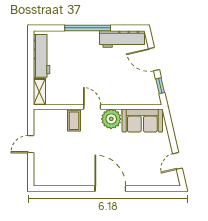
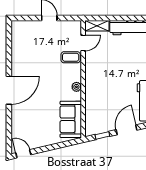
door: (92, 107) -> (83, 43), moved
plant: (111, 119) -> (76, 87), width x0.53, depth x0.53
door: (178, 161) -> (23, 154), moved

